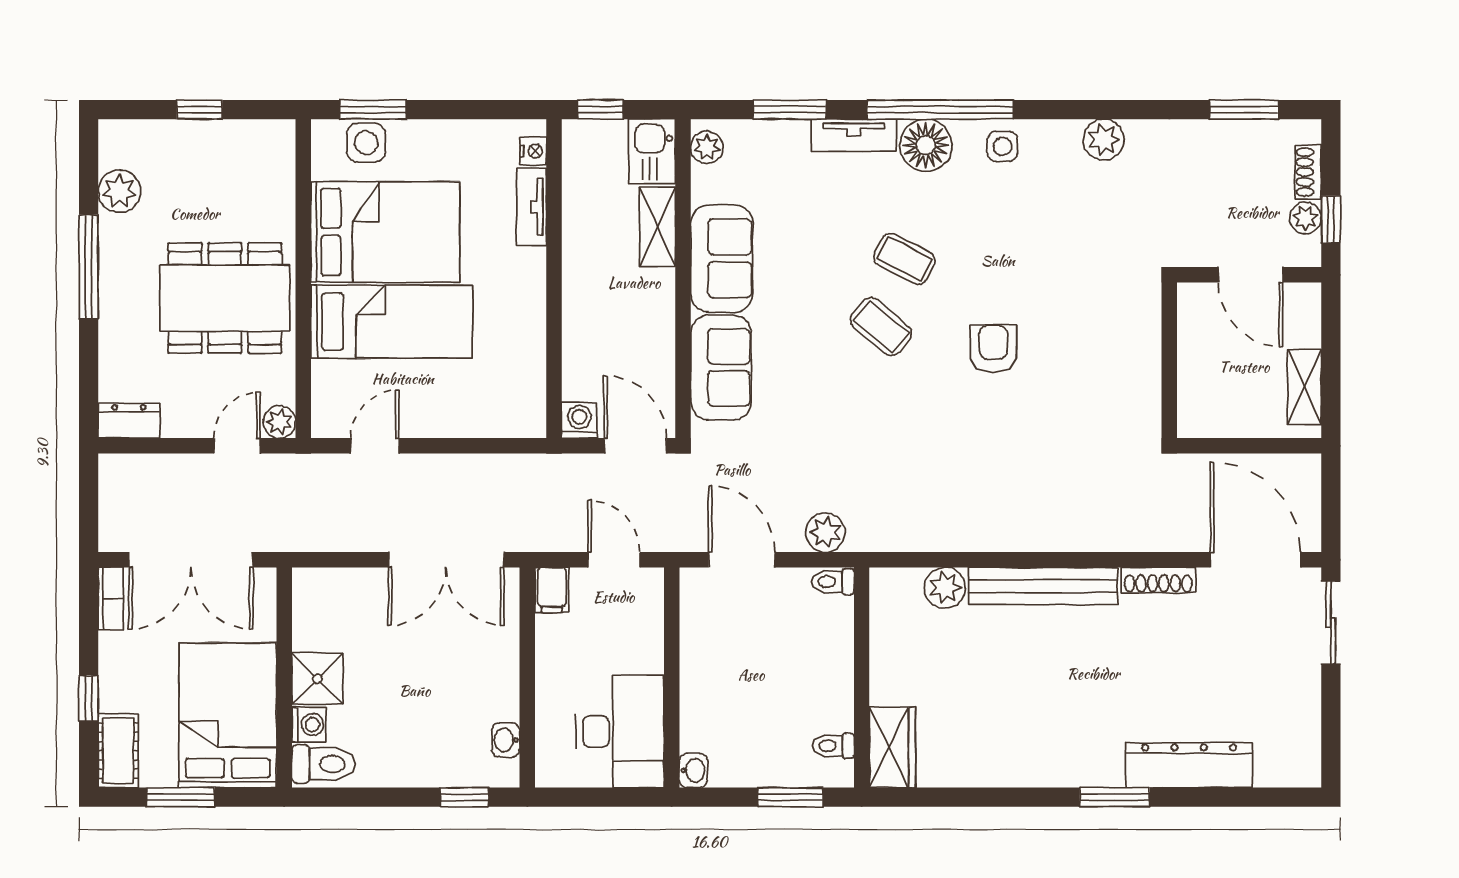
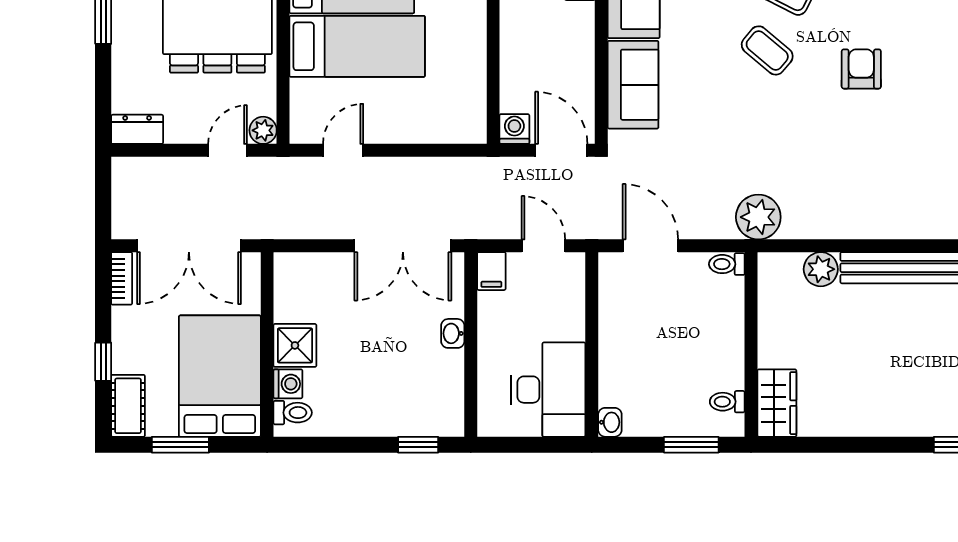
plant: (825, 533) -> (758, 217), moved, width x1.36, depth x1.36
washbasin: (506, 740) -> (453, 333), moved
toilet: (323, 764) -> (293, 413), width x0.73, depth x0.72

